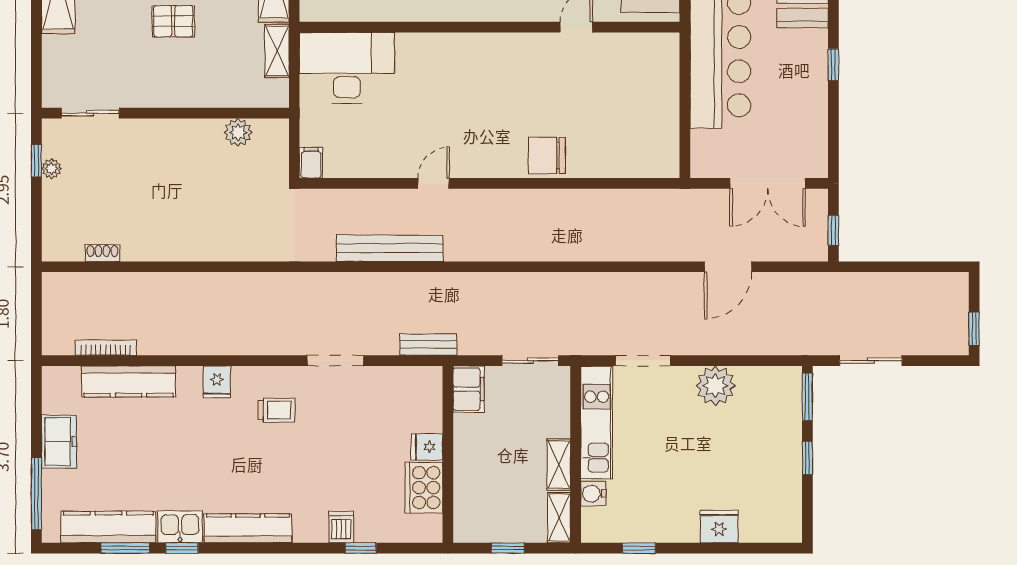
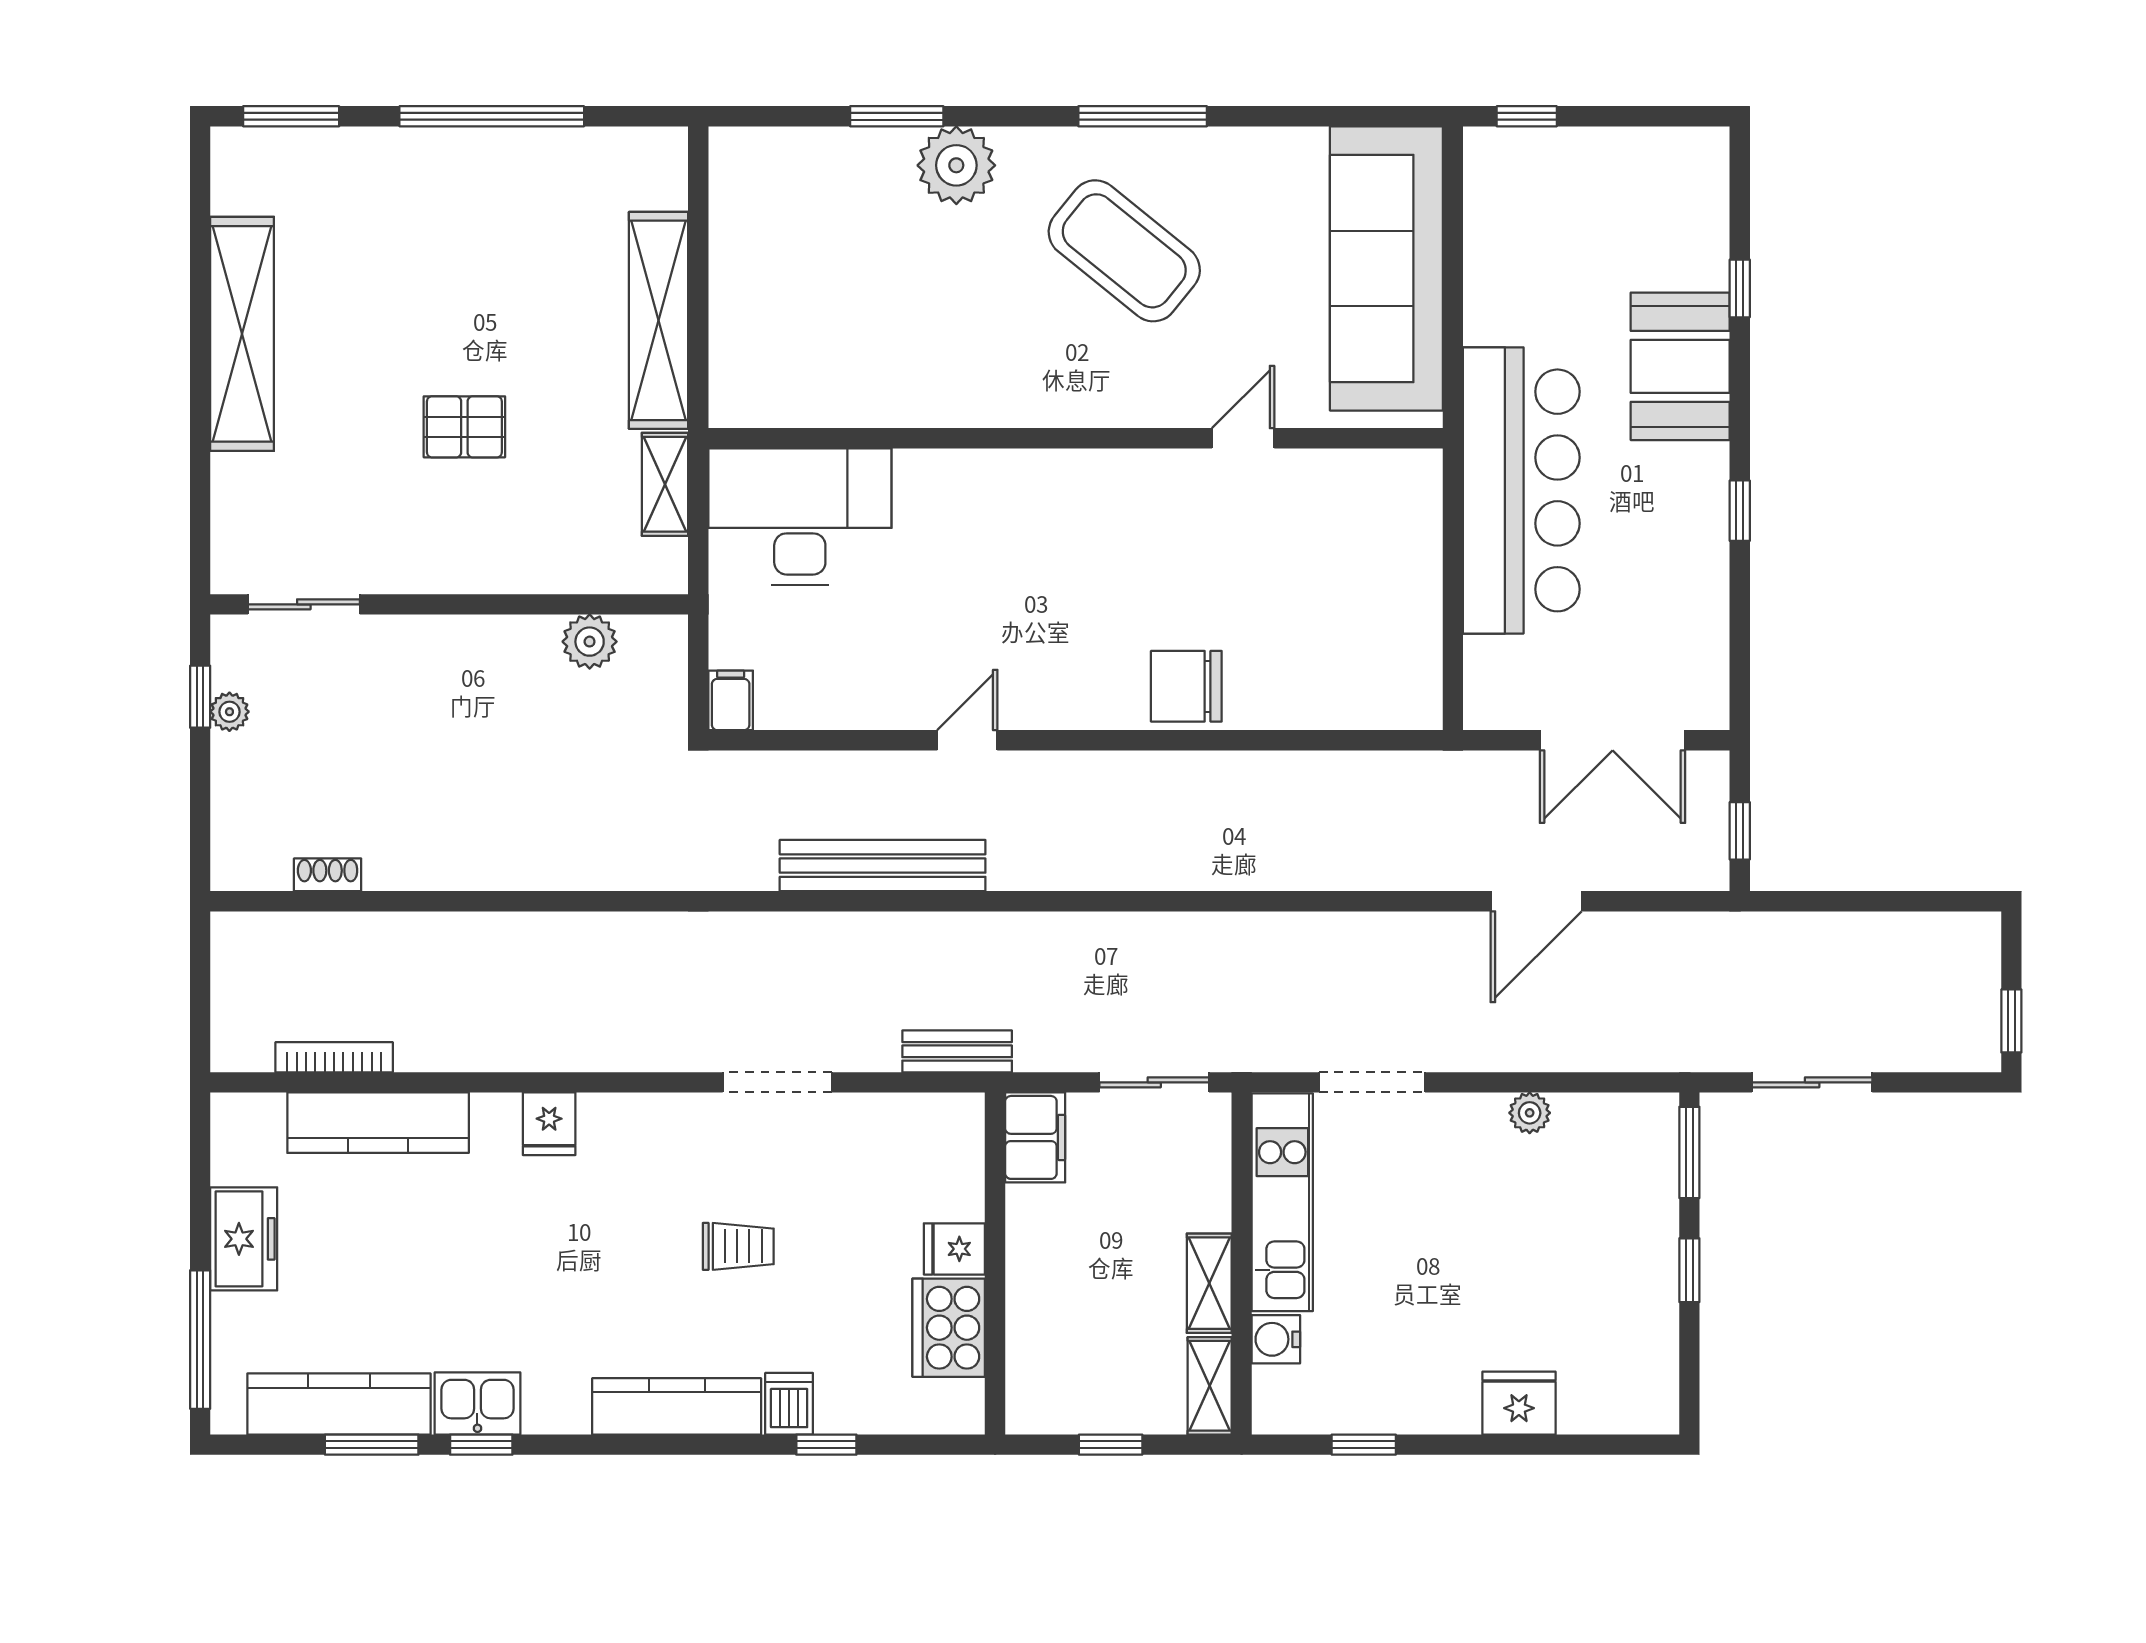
plant: (715, 386) -> (1530, 1113), width x0.53, depth x0.53
trolley: (277, 410) -> (738, 1246), moved
kitchen counter: (248, 528) -> (677, 1406), moved

